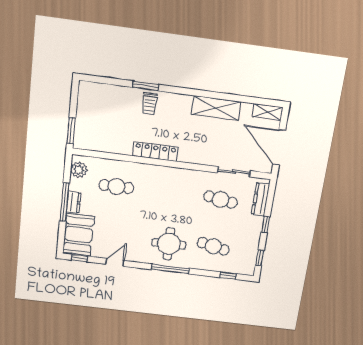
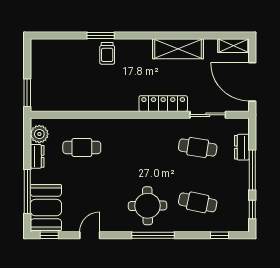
locker: (155, 152) -> (163, 104), moved
dresser: (261, 199) -> (242, 147), width x0.70
window: (65, 202) -> (27, 192), moved
dresser: (74, 202) -> (37, 156), moved
window: (266, 225) -> (252, 170), width x2.17

